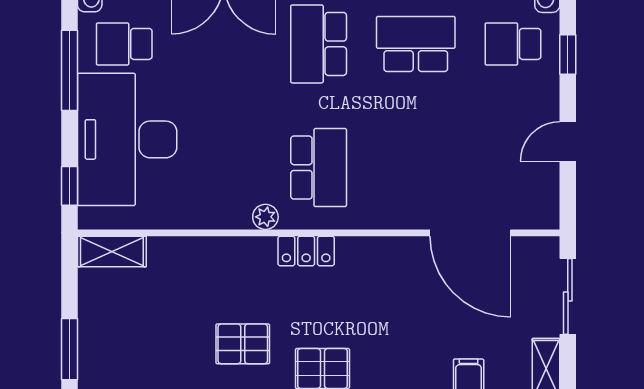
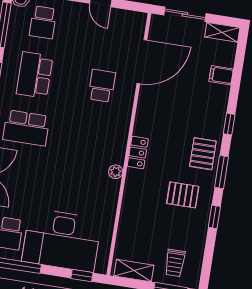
school desk: (319, 168) -> (102, 86), moved, width x0.54
shelving: (112, 251) -> (134, 271), moved, turned 90
pallet: (243, 344) -> (183, 195), turned 90
trolley: (118, 349) -> (175, 263), added

